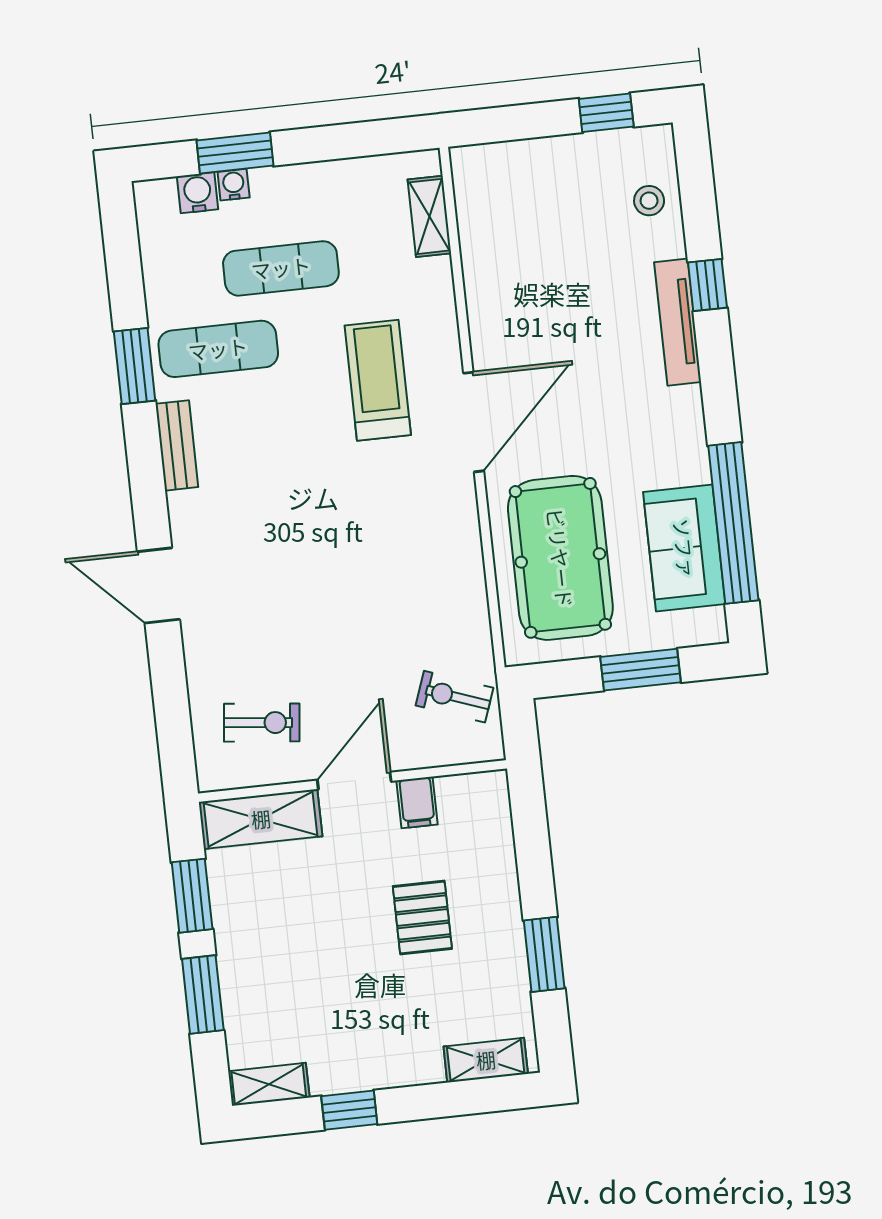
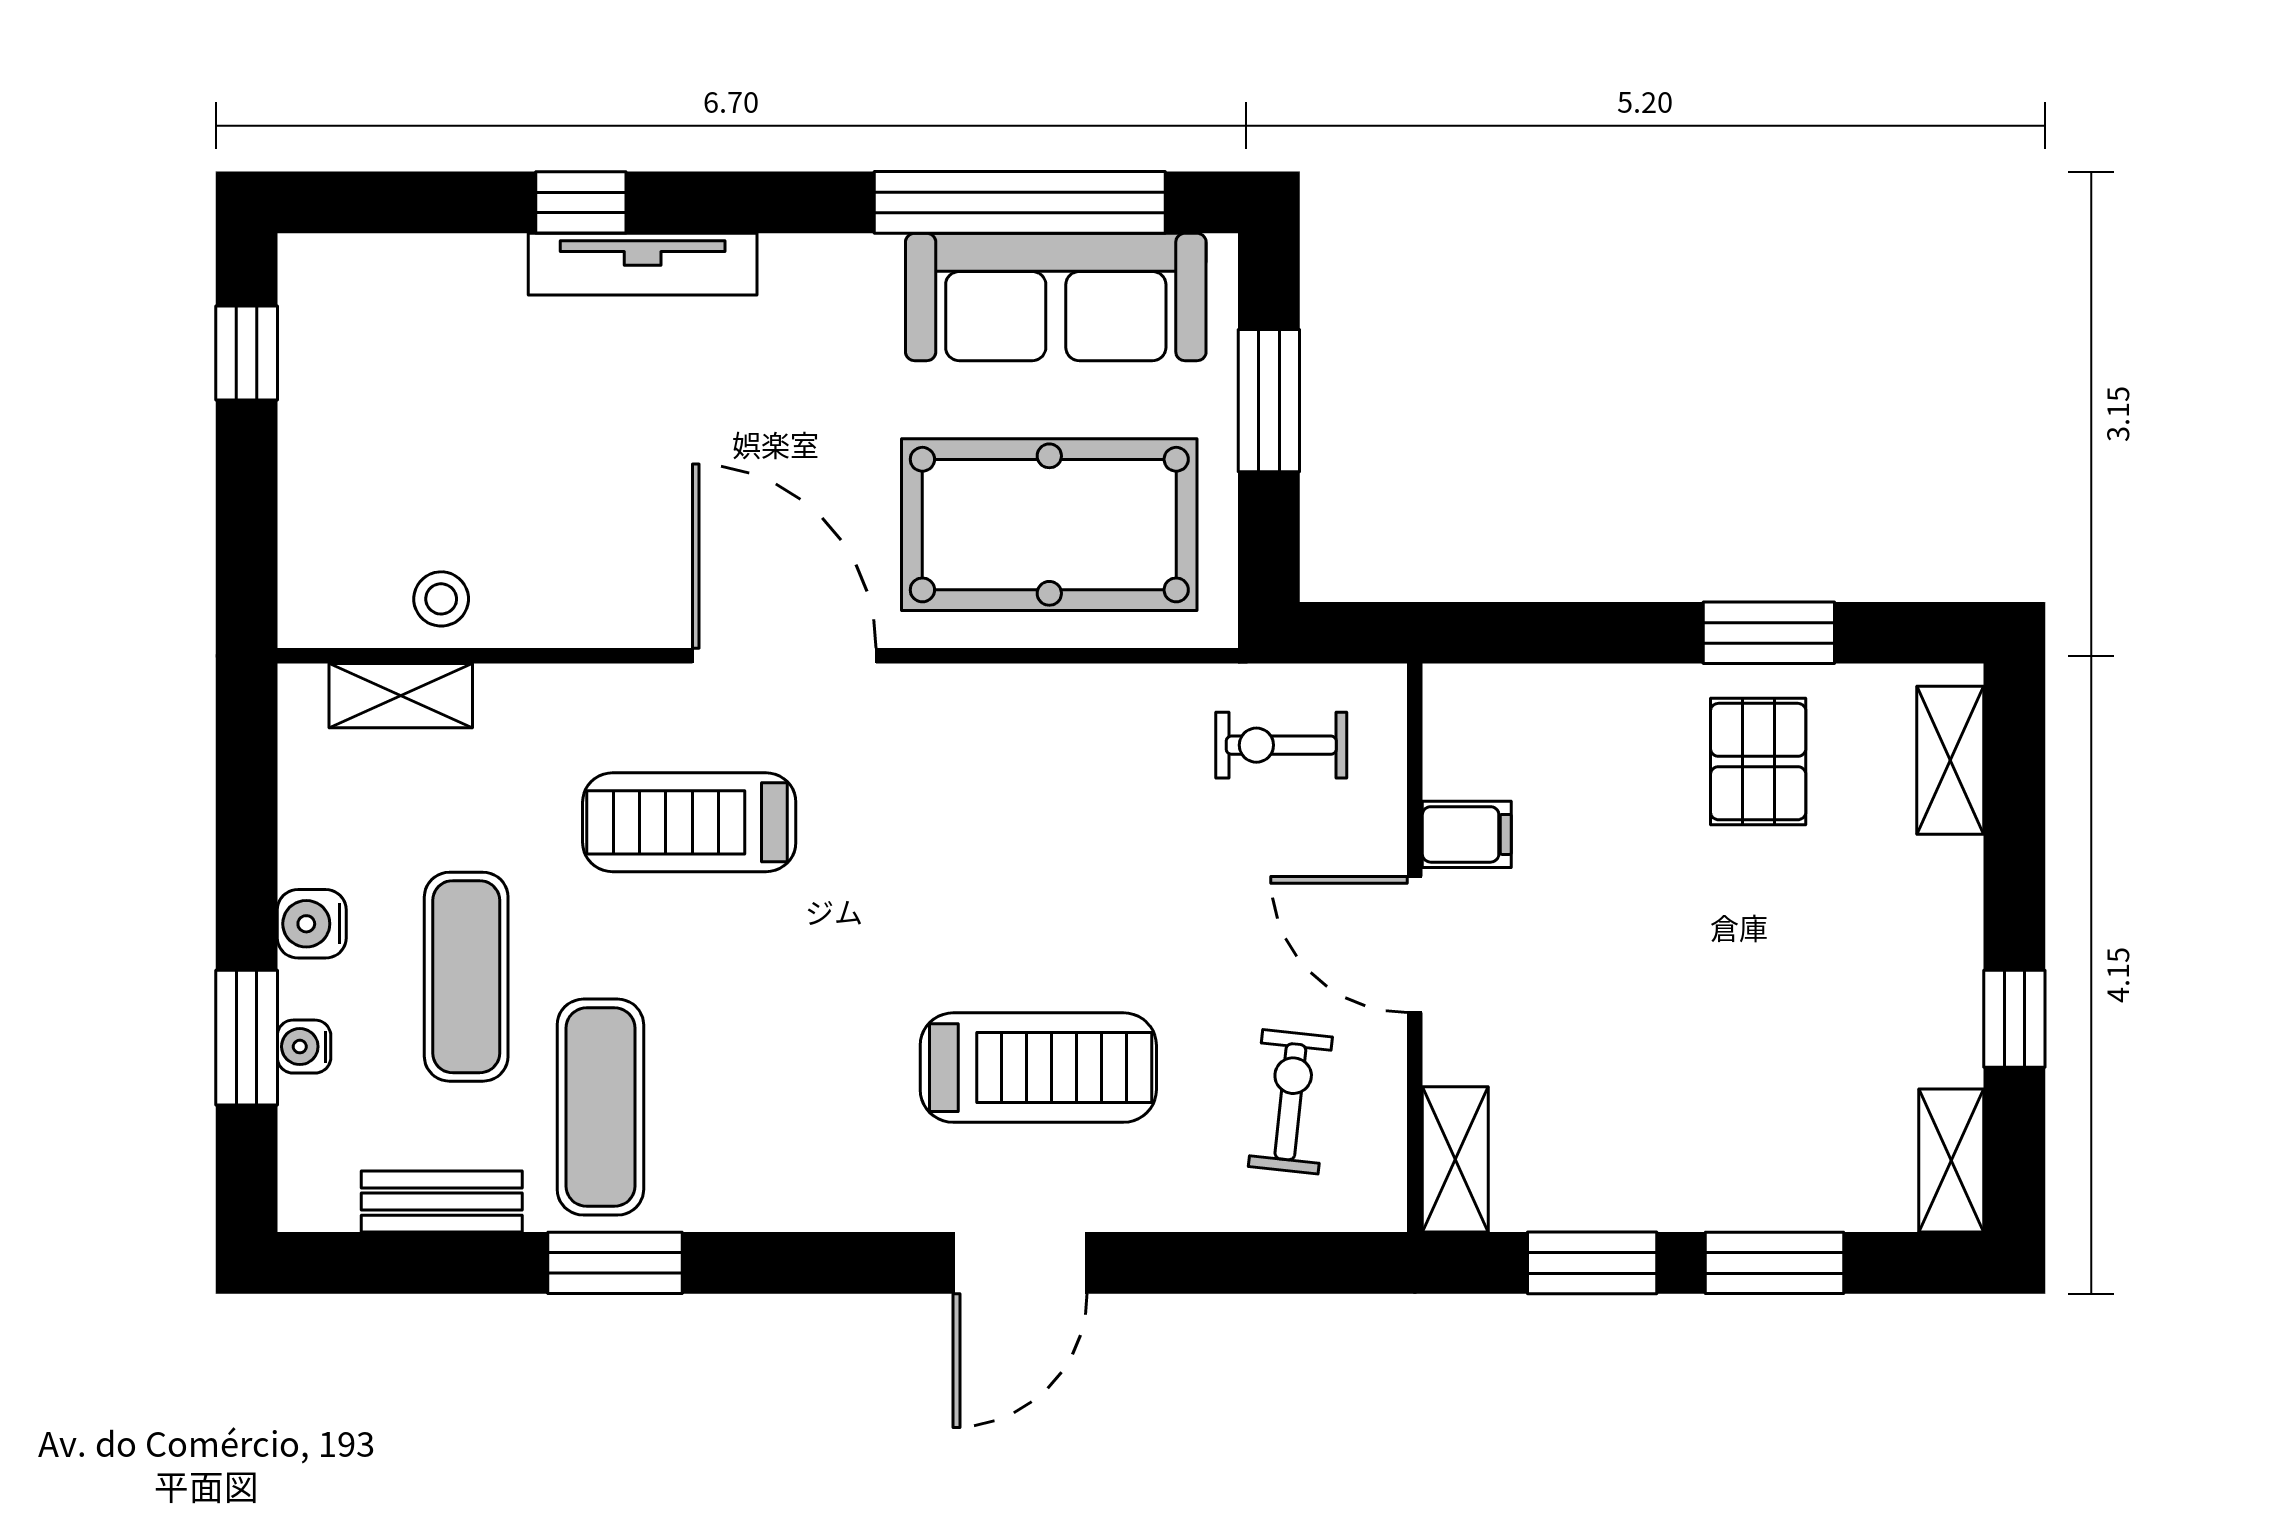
water cooler: (198, 193) -> (312, 924), moved
stool: (649, 201) -> (441, 599), moved
bench: (177, 445) -> (442, 1202), moved
sofa: (684, 548) -> (1056, 297), width x1.36
treadmill: (265, 584) -> (1038, 1068), added
exercise bike: (454, 697) -> (1281, 745), turned 70
shelving: (261, 819) -> (1455, 1159), width x0.67, depth x0.75
pallet: (422, 918) -> (1758, 762), moved, turned 90

